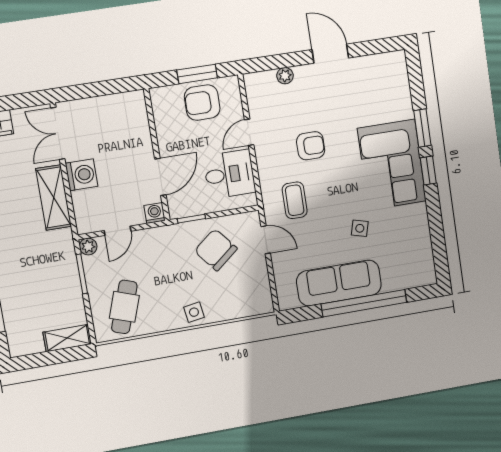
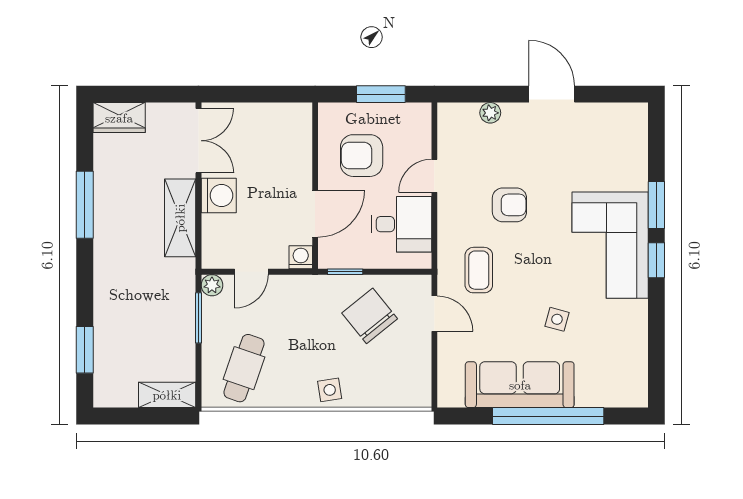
armchair: (202, 103) -> (362, 156), moved
double door: (58, 133) -> (199, 141), swing flipped

